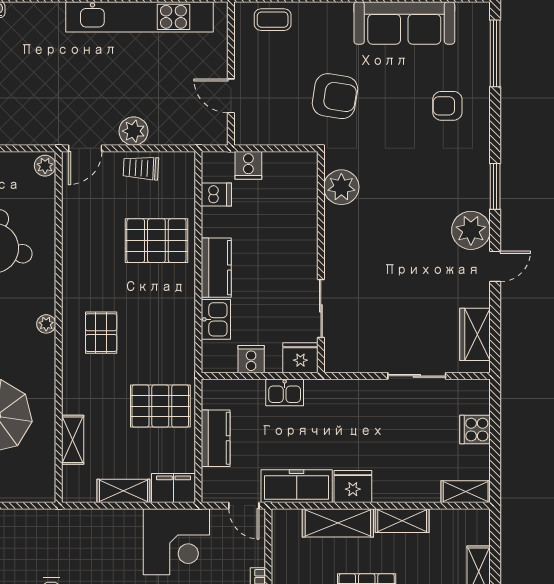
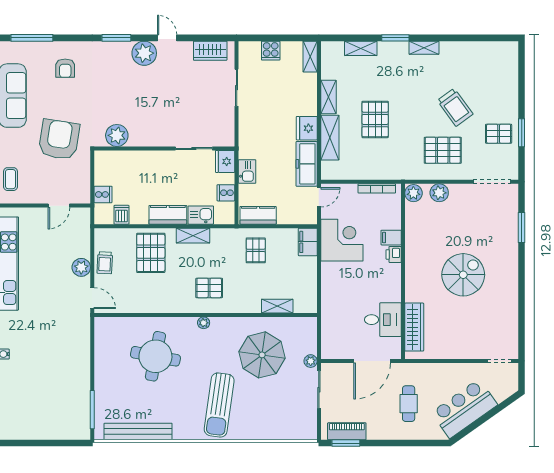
armchair: (335, 96) -> (59, 140), width x1.36, depth x1.36
plant: (45, 166) -> (103, 324), removed
pallet: (160, 406) -> (256, 250), width x0.67, depth x0.71
kitchen counter: (216, 438) -> (258, 215), moved
shelving: (123, 491) -> (193, 236), moved, turned 90

